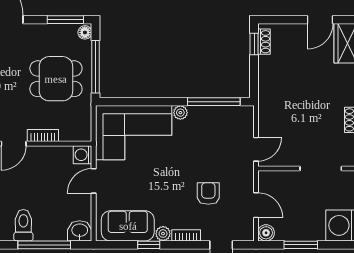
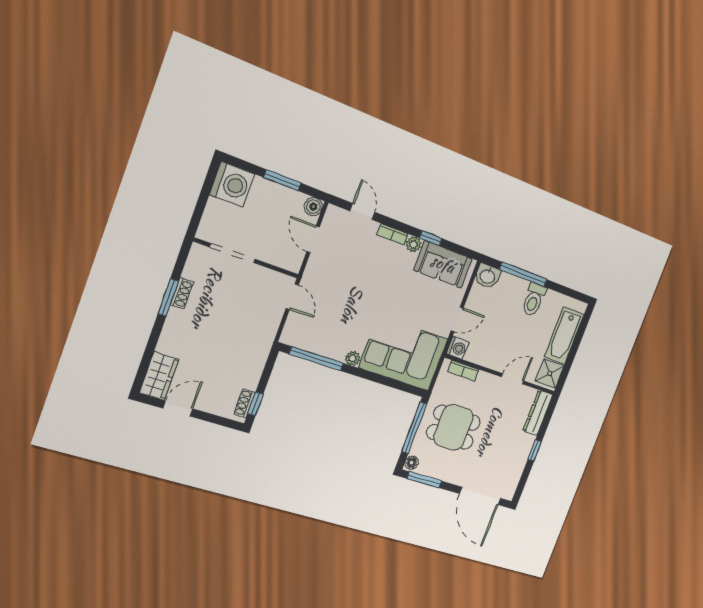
bookcase: (43, 136) -> (463, 371), moved
door: (256, 149) -> (292, 297), swing flipped
armchair: (208, 193) -> (356, 268), removed

